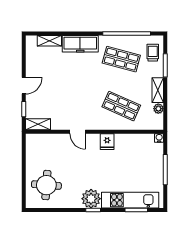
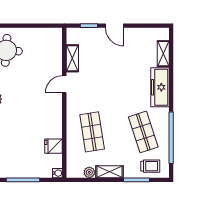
shop shelf: (121, 59) -> (143, 132), turned -33
shop shelf: (121, 106) -> (92, 132), turned -33
shelving: (38, 124) -> (72, 58), moved
fridge: (107, 142) -> (53, 146), moved

